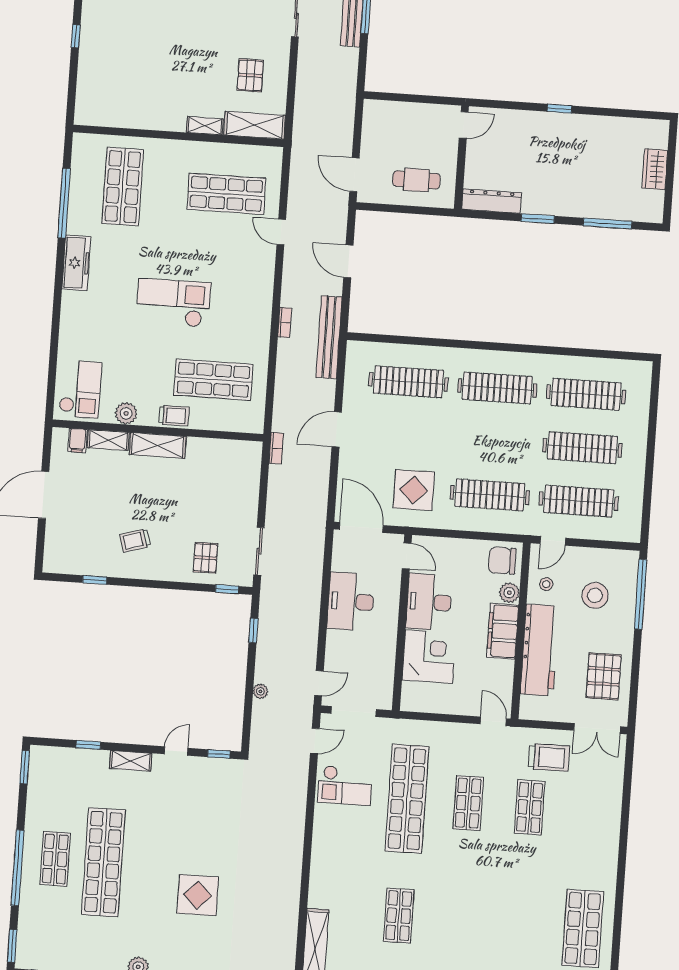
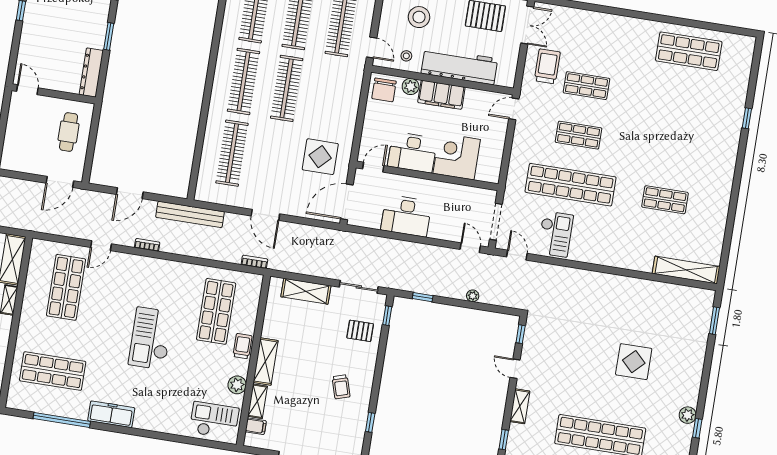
bookcase: (285, 322) -> (147, 245), moved
bookcase: (276, 448) -> (254, 262), moved
shelving: (248, 487) -> (306, 291), added
clothes rail: (490, 495) -> (287, 88), moved

